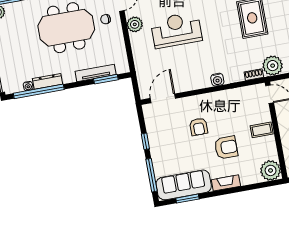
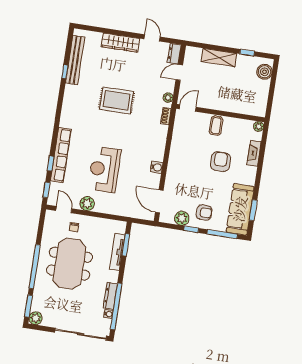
plant: (273, 66) -> (168, 98), width x0.53, depth x0.53
water cooler: (217, 80) -> (157, 167), moved
armchair: (199, 127) -> (204, 213), moved
plant: (153, 128) -> (182, 218), added
plant: (271, 170) -> (259, 126), width x0.53, depth x0.53
fireplace: (226, 183) -> (254, 153), moved

